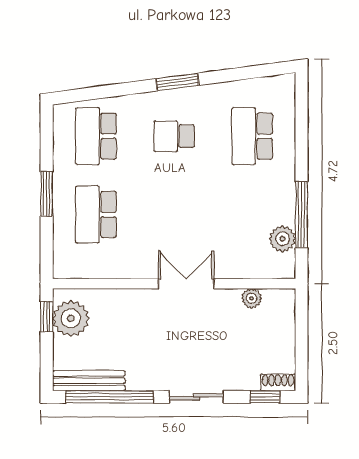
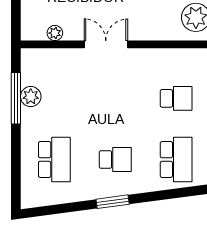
school desk: (96, 215) -> (176, 98), width x0.54
plant: (282, 239) -> (31, 97), moved
double door: (186, 284) -> (106, 44), swing flipped

